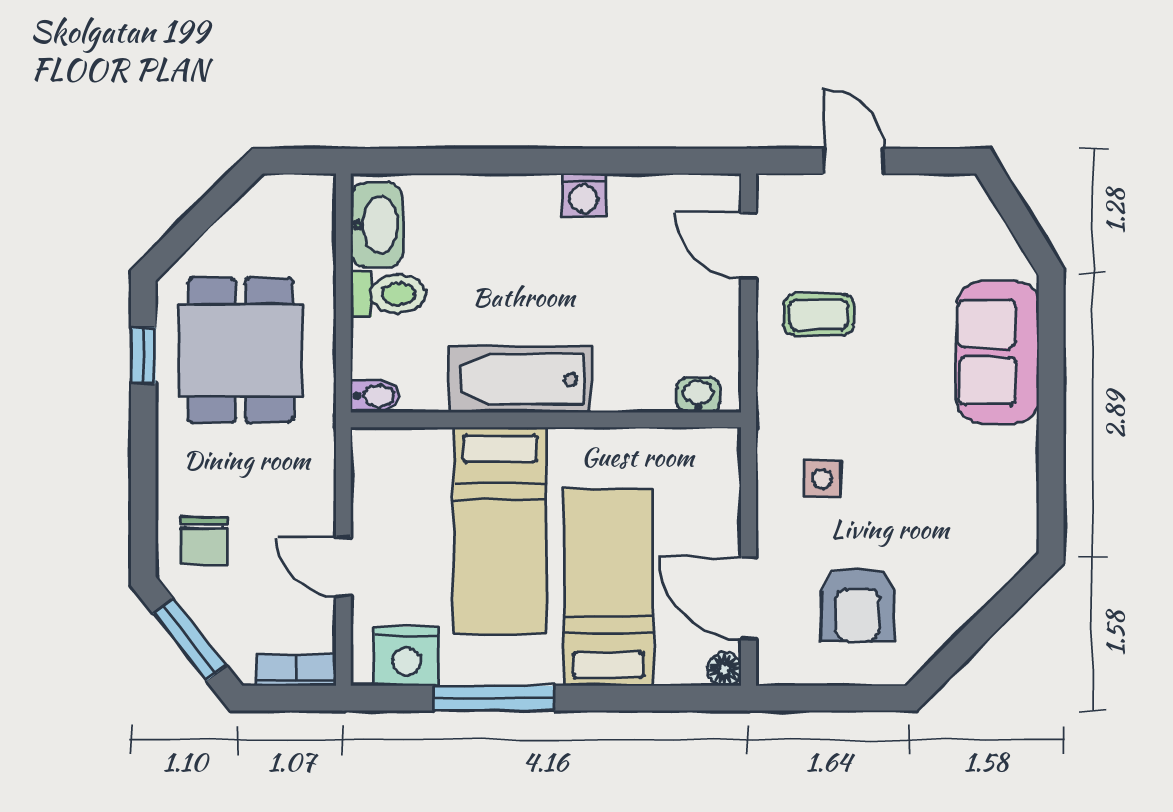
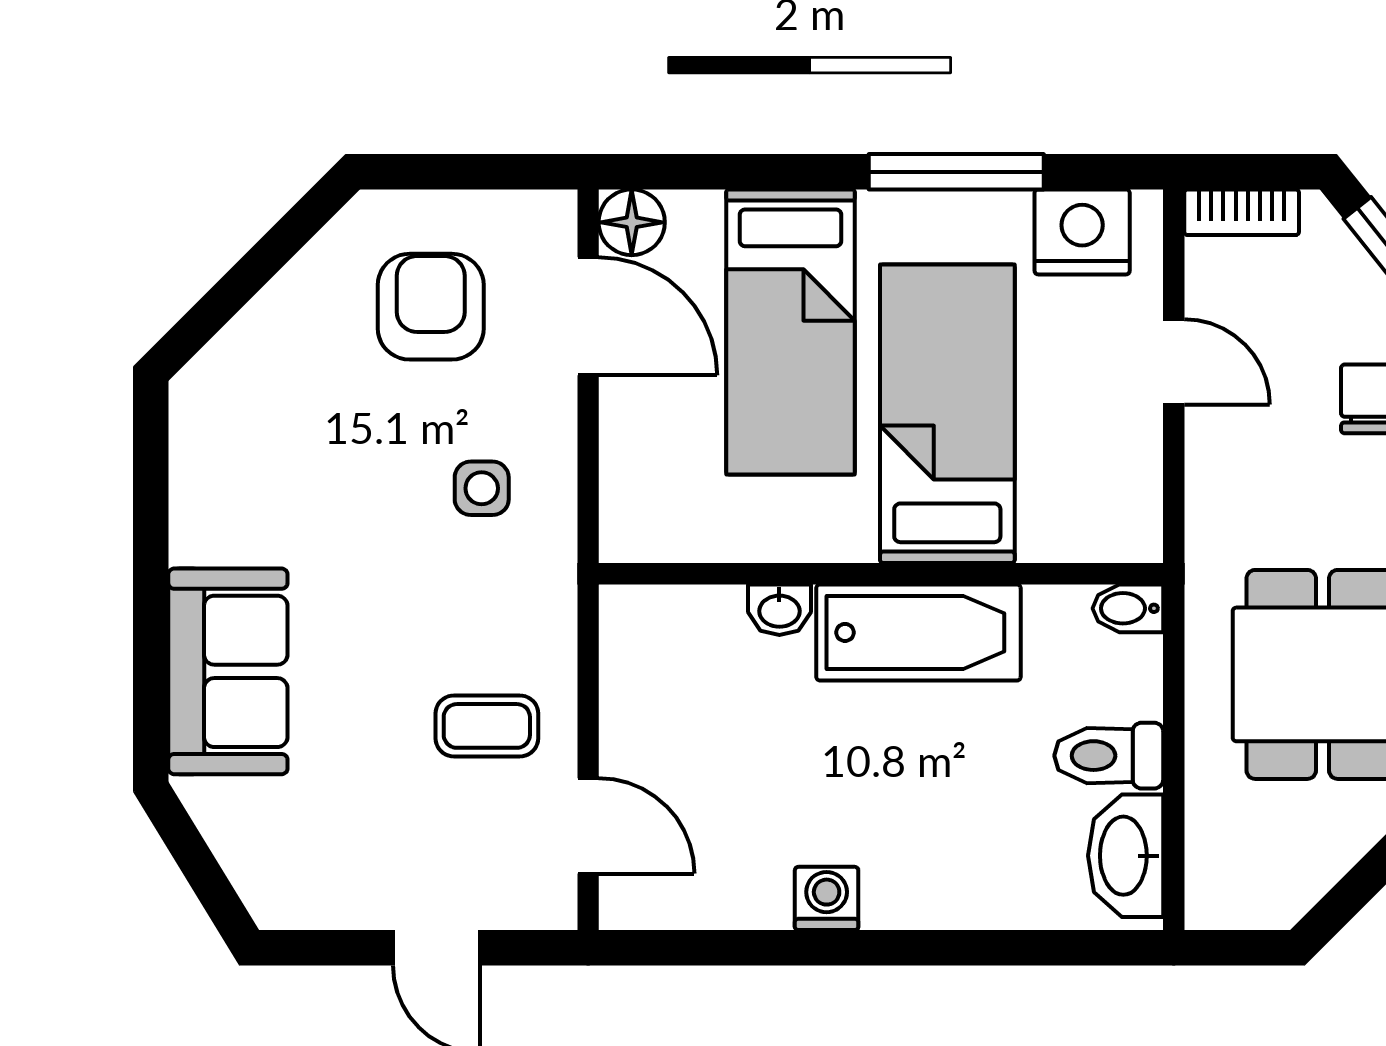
washbasin: (698, 395) -> (779, 610), moved
floor lamp: (725, 669) -> (632, 222), width x1.37, depth x1.37

